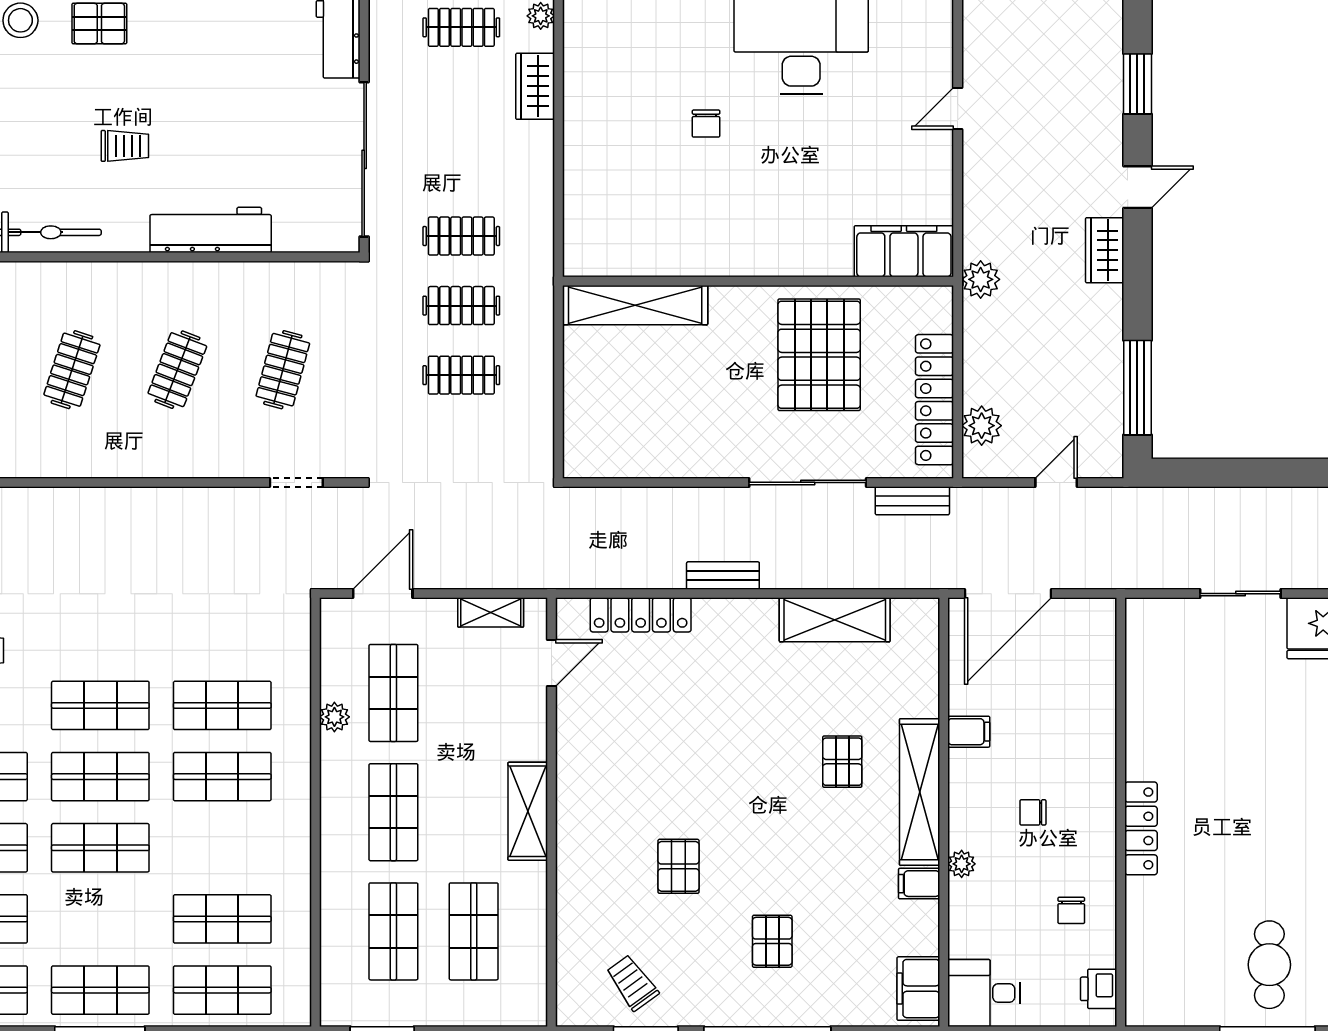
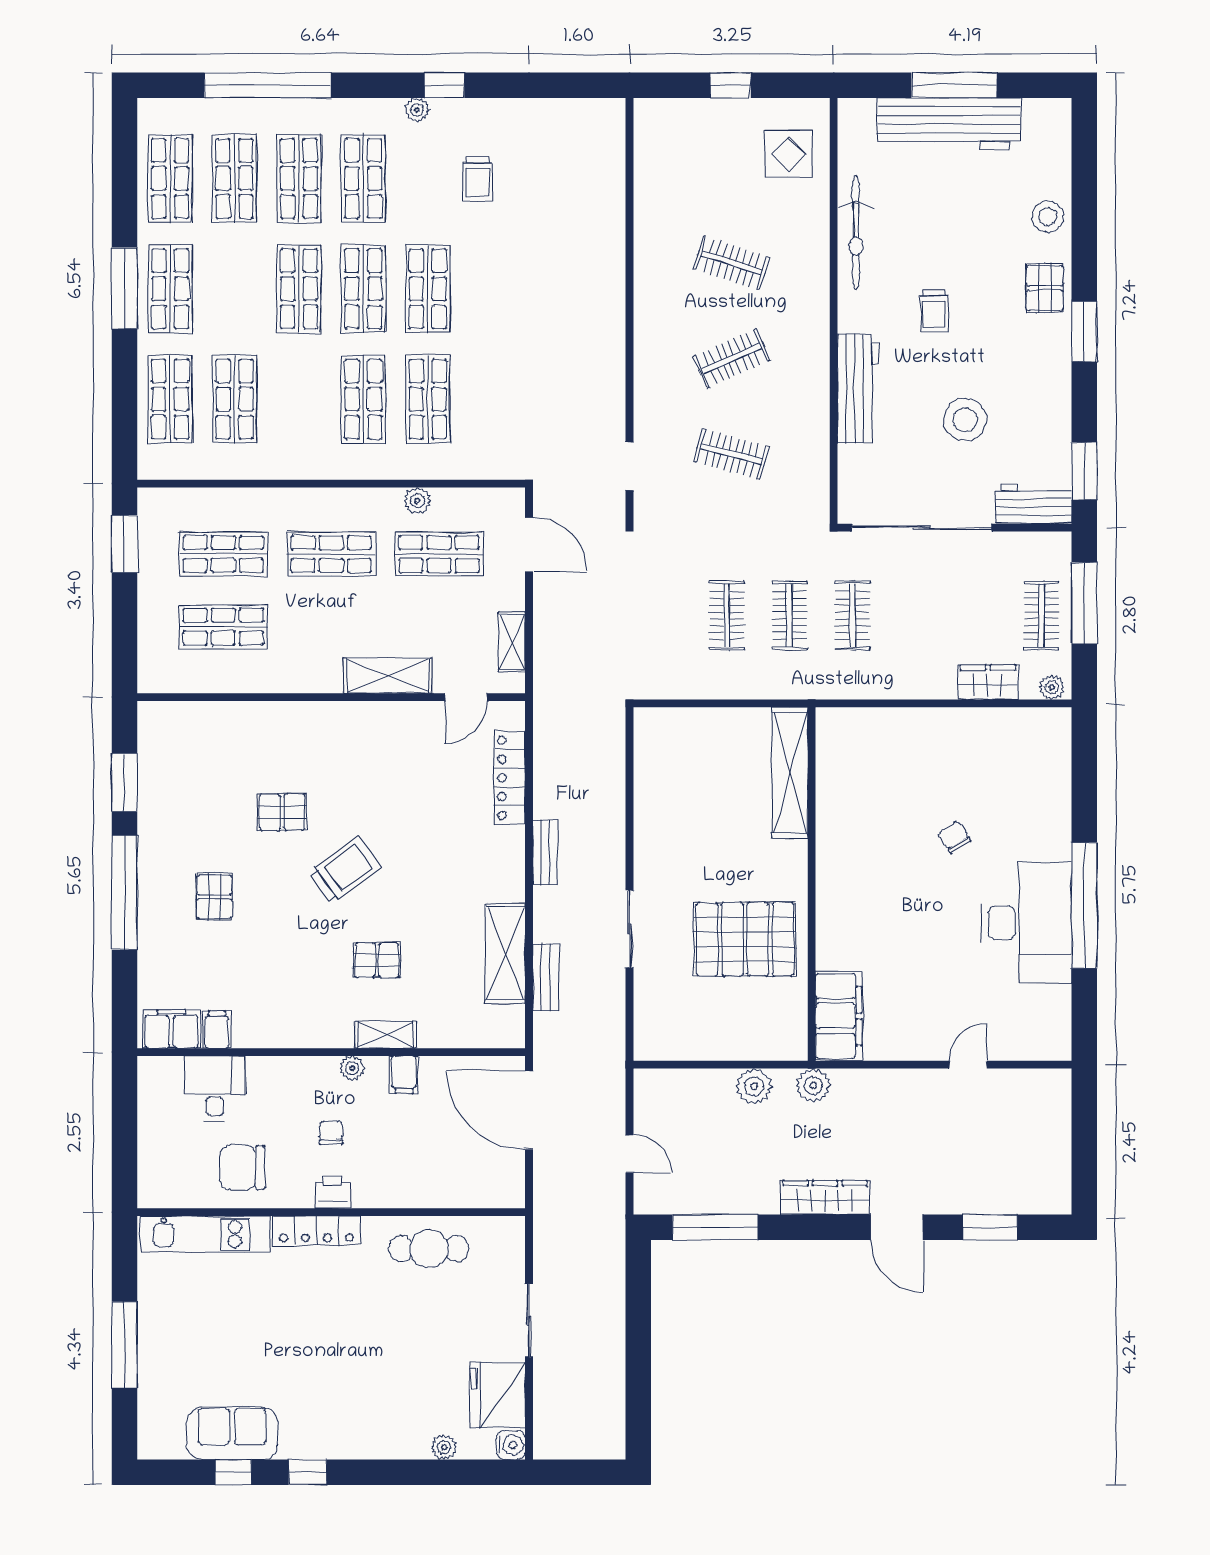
door: (958, 108) -> (968, 1065), hinge flipped
stool: (245, 112) -> (965, 420), added
chair: (706, 124) -> (954, 837), turned 58
door: (1137, 187) -> (897, 1227), width x1.37
wardrobe: (1105, 250) -> (825, 1198), width x1.50
clothes rail: (177, 370) -> (732, 359), turned -45
locker: (935, 400) -> (704, 1044), removed
plant: (982, 426) -> (754, 1086), moved
sliding door: (808, 482) -> (630, 929), width x0.73
bench: (912, 501) -> (546, 978), moved
door: (552, 663) -> (466, 697), hinge flipped
shelving: (920, 792) -> (386, 1035), width x0.45, depth x0.75
shelving: (528, 811) -> (388, 676), moved
plant: (962, 864) -> (352, 1068), moved
filing cabinet: (919, 884) -> (217, 1030), moved
chair: (1071, 910) -> (242, 1167), width x1.87, depth x1.87
pallet: (772, 941) -> (214, 897), turned 90
kitchen unit: (1145, 951) -> (205, 1234), added
cafe table: (1269, 965) -> (429, 1249), moved
trolley: (632, 983) -> (345, 870), moved, width x1.36, depth x1.39
printer: (1099, 989) -> (333, 1192), moved
desk: (984, 993) -> (215, 1089), moved

